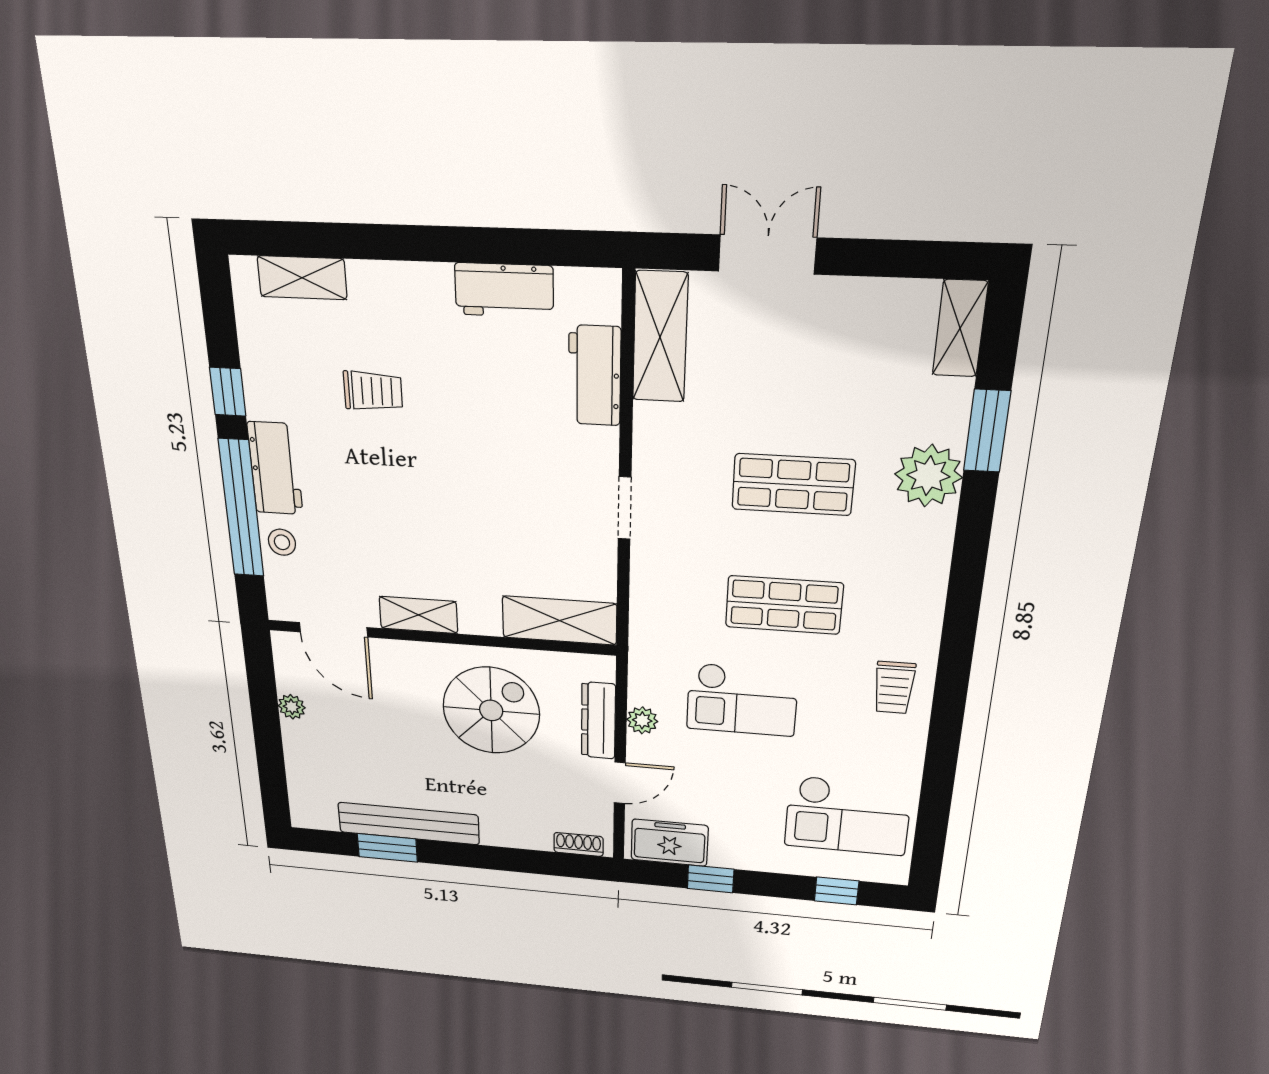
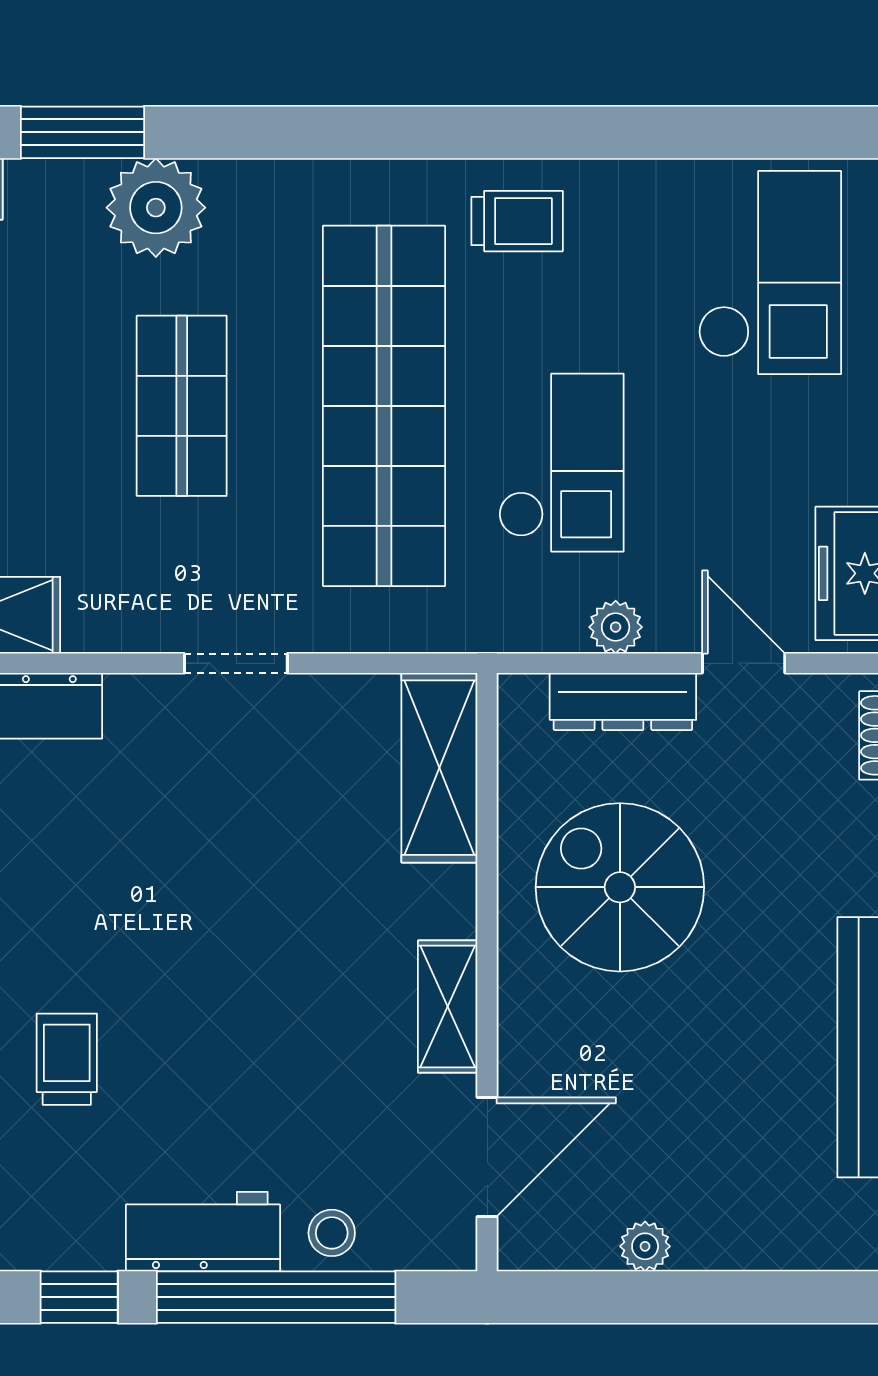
shop shelf: (784, 605) -> (384, 406), width x2.00, depth x1.36

